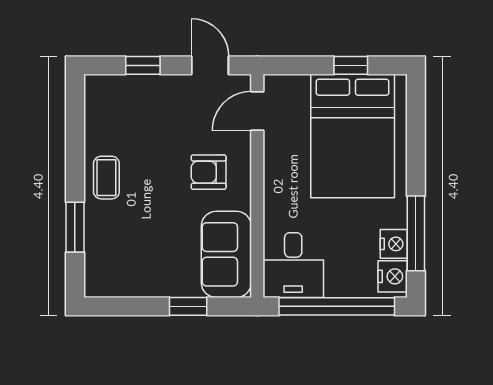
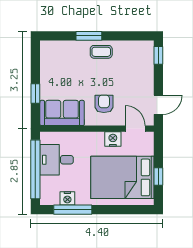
window: (143, 65) -> (158, 55), moved
window: (75, 227) -> (89, 36), moved
desk: (293, 265) -> (57, 160), moved
nightstand: (393, 276) -> (113, 139), moved, turned 180

